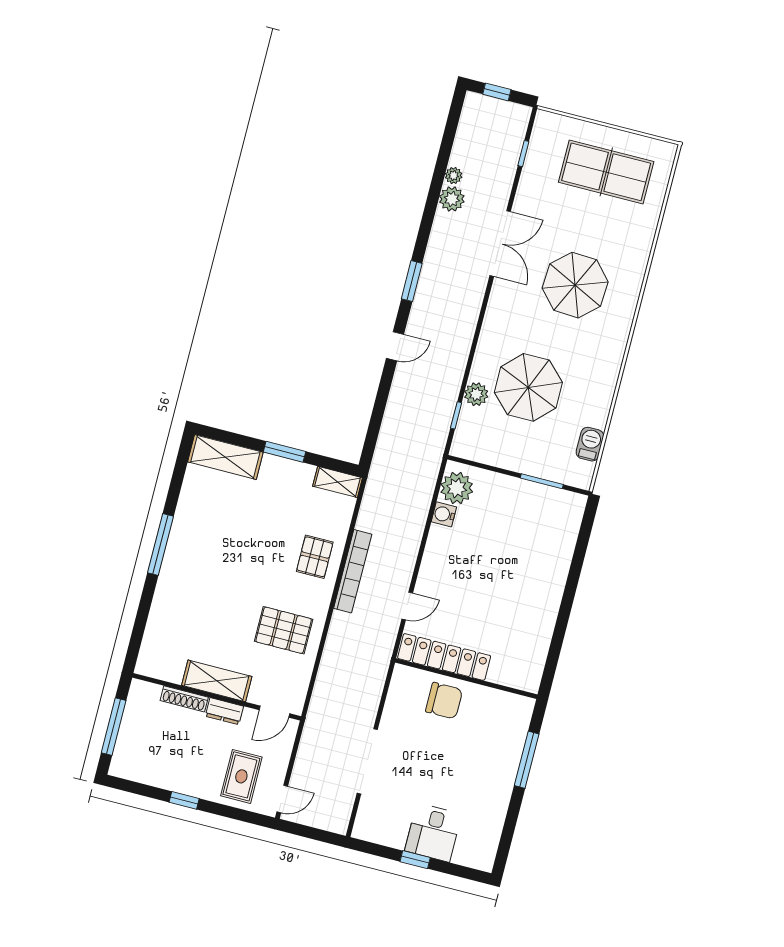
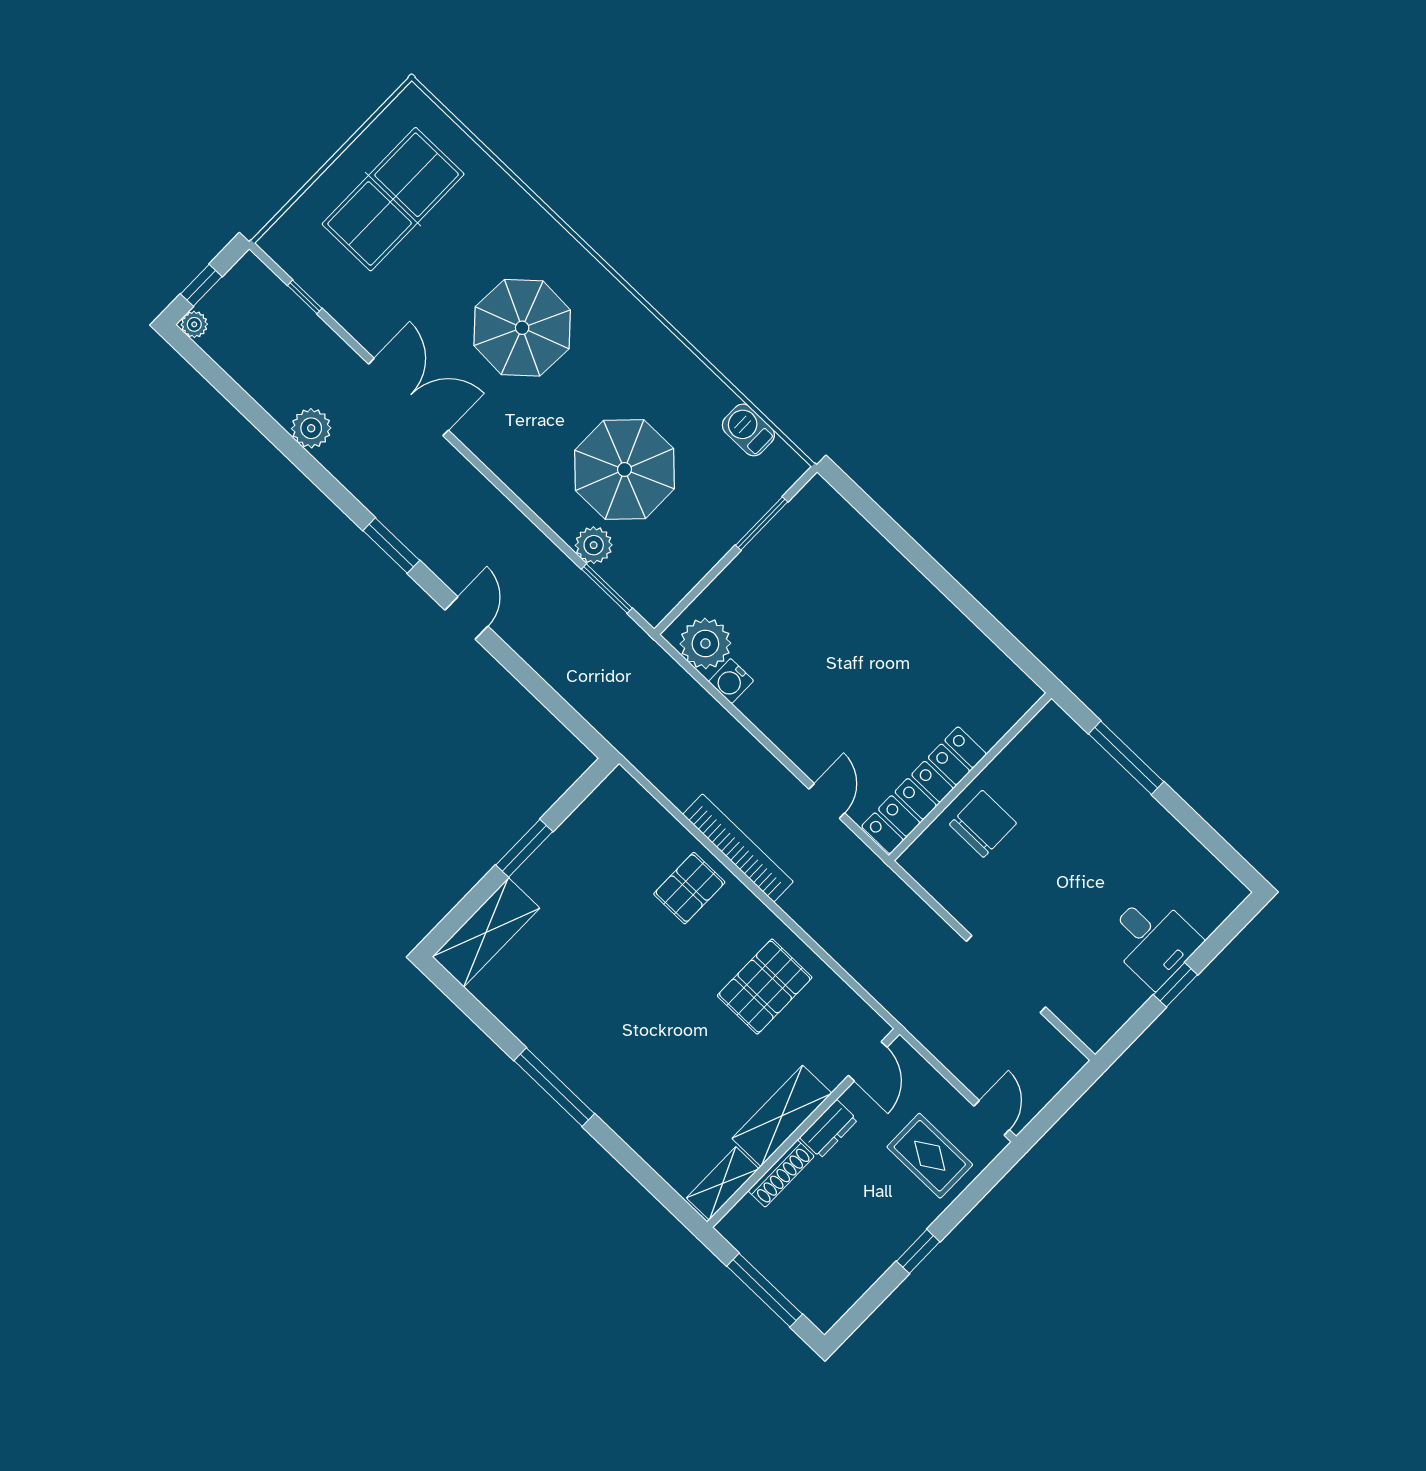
plant: (454, 176) -> (194, 324), moved
window: (456, 415) -> (607, 589), width x1.50
shelving: (338, 482) -> (723, 1183), moved
pallet: (315, 557) -> (689, 888), turned 90

